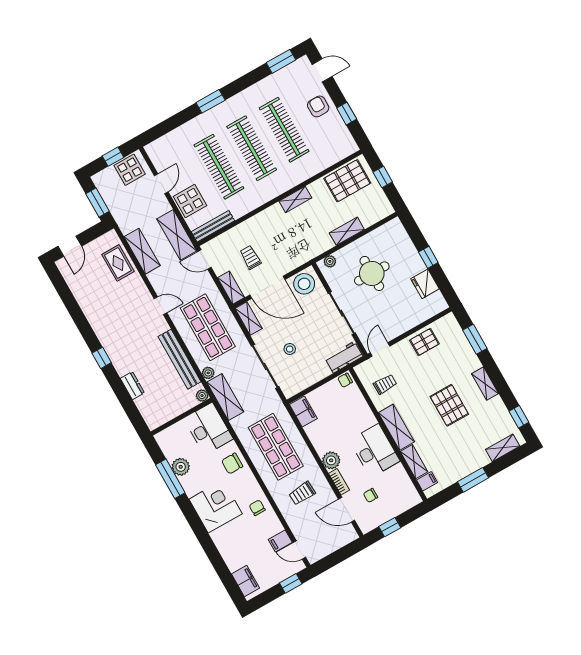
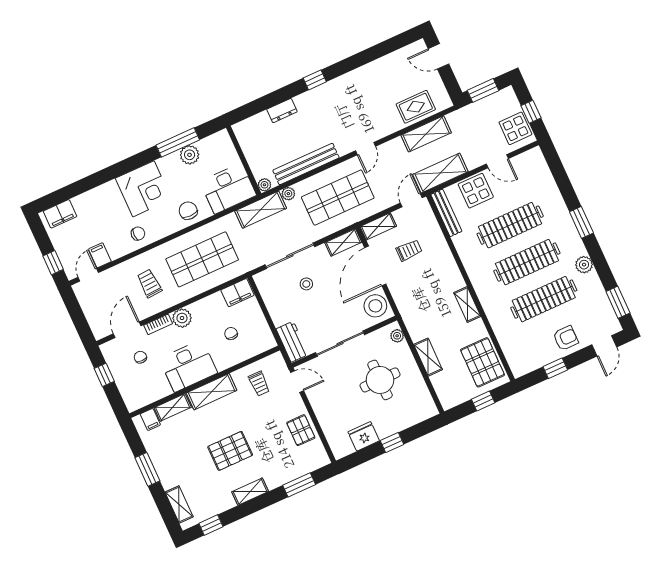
plant: (249, 96) -> (584, 265), added
chair: (345, 380) -> (231, 334), moved

